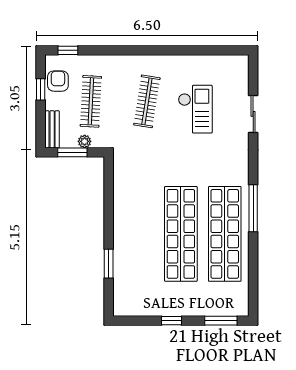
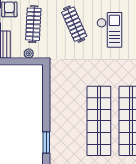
clothes rail: (147, 101) -> (74, 24), turned -33
window: (72, 152) -> (20, 61), removed

